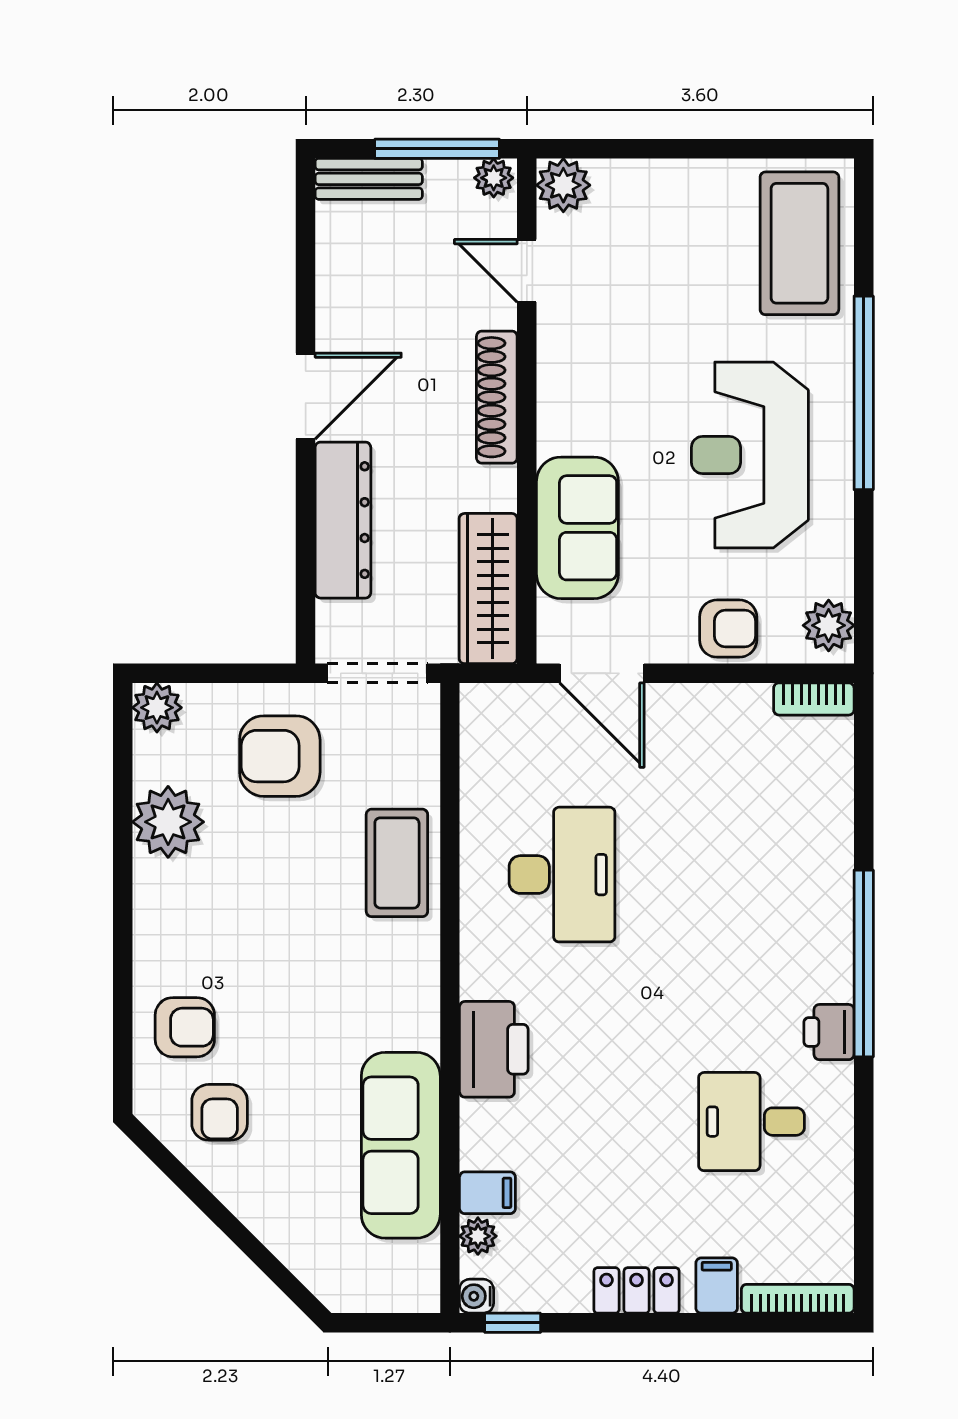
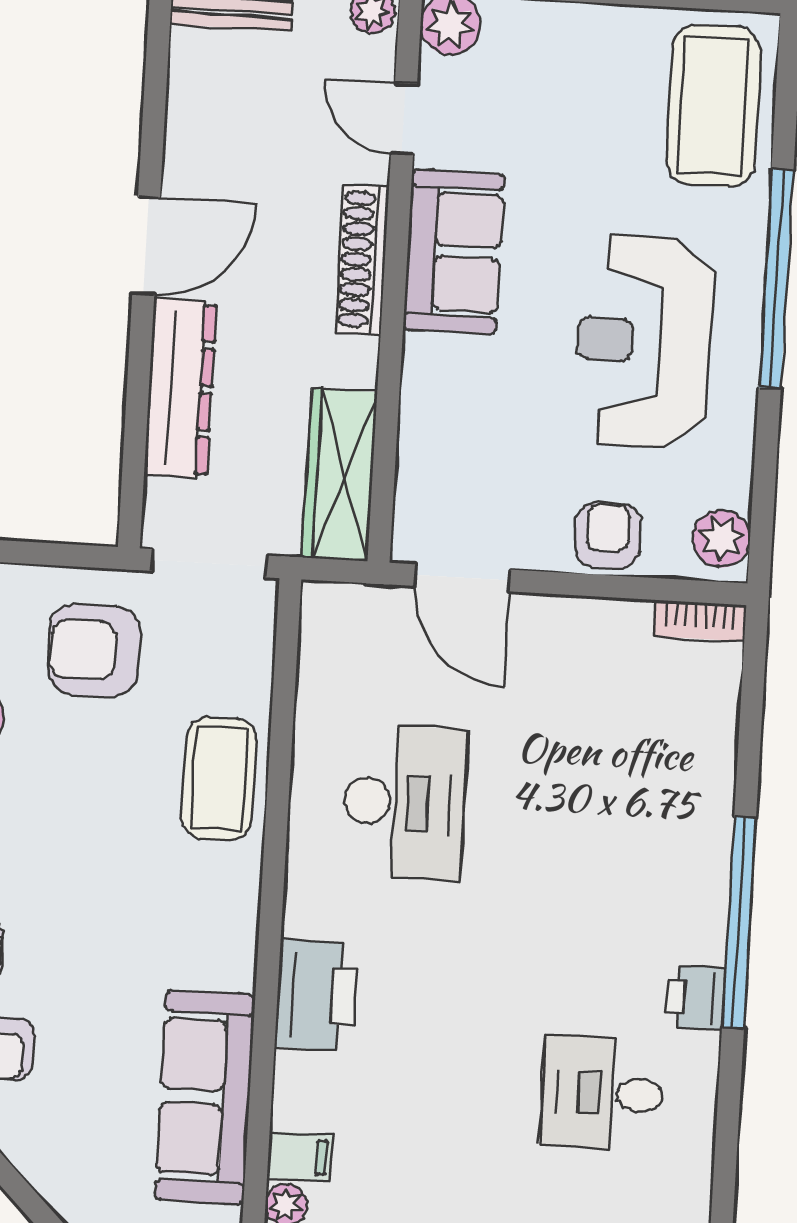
sofa: (577, 528) -> (454, 252), moved
armchair: (728, 629) -> (608, 536), turned -90

